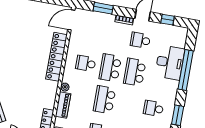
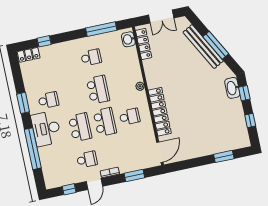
desk: (170, 63) -> (46, 129), moved
piano: (63, 105) -> (135, 69), removed

